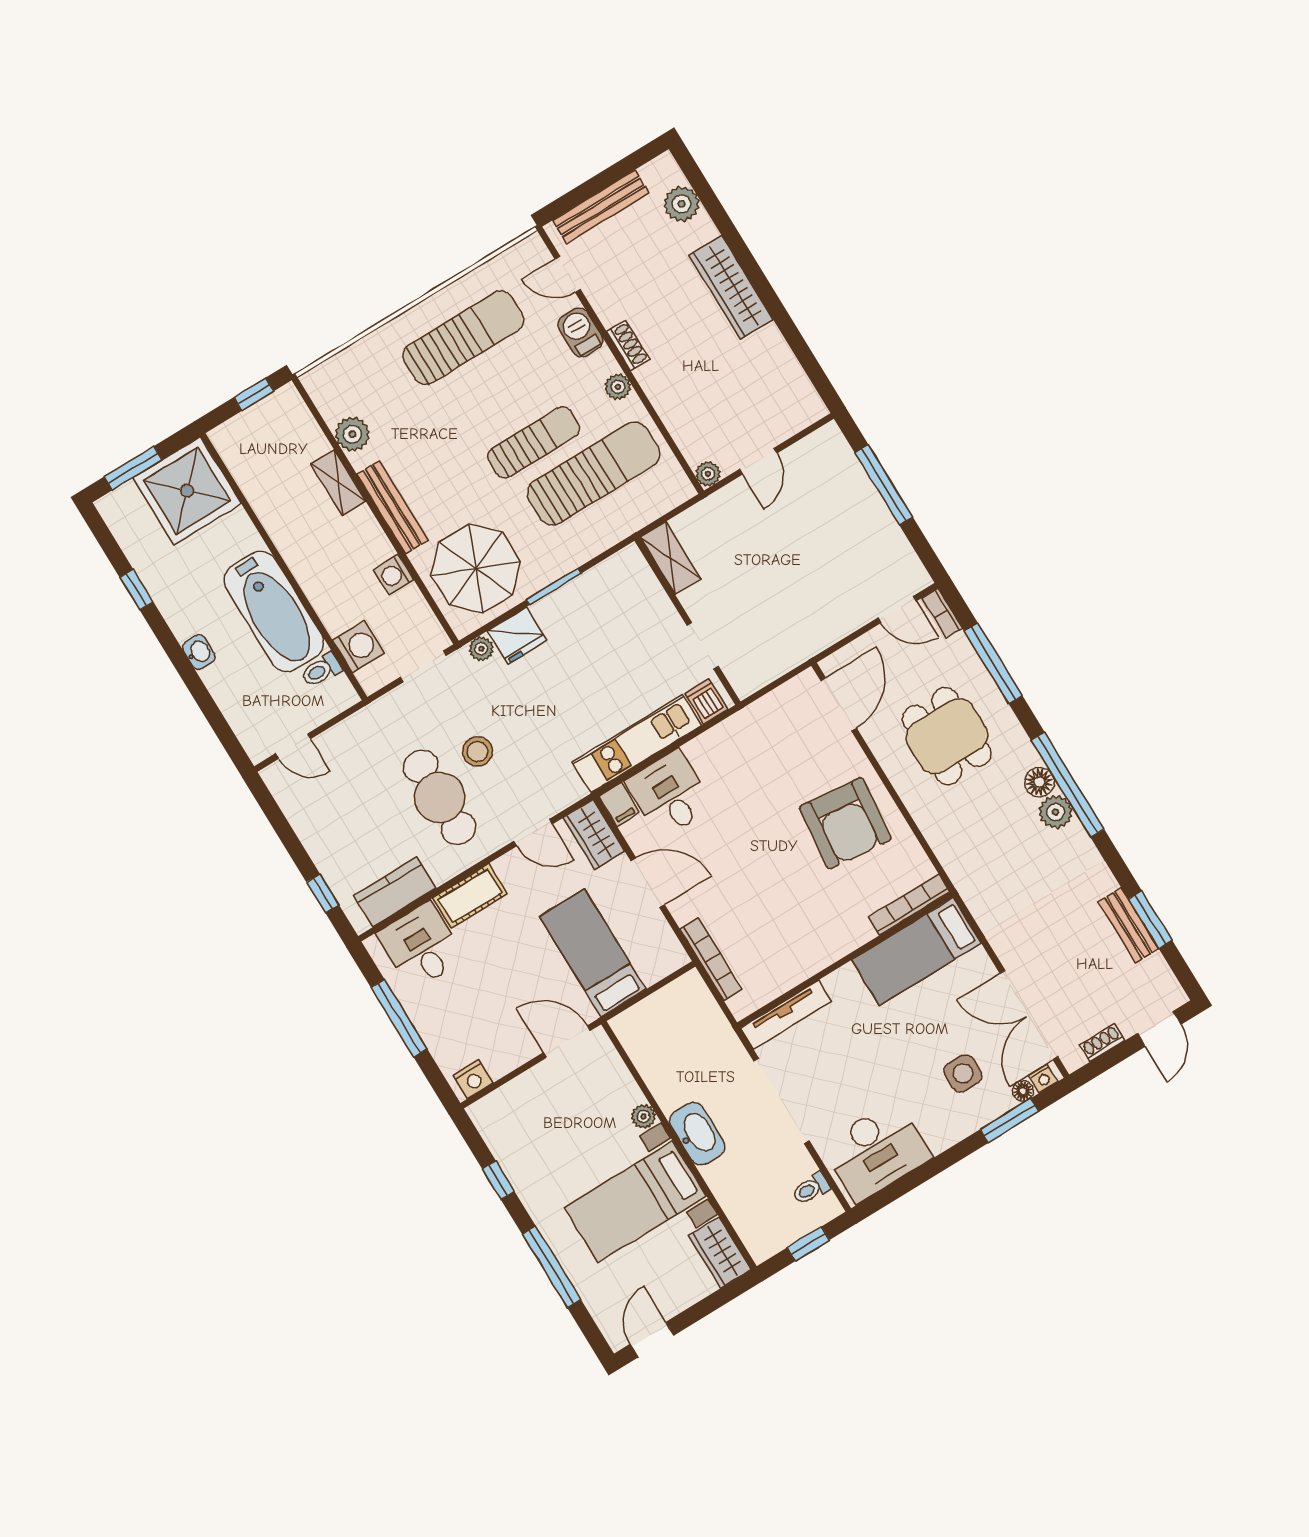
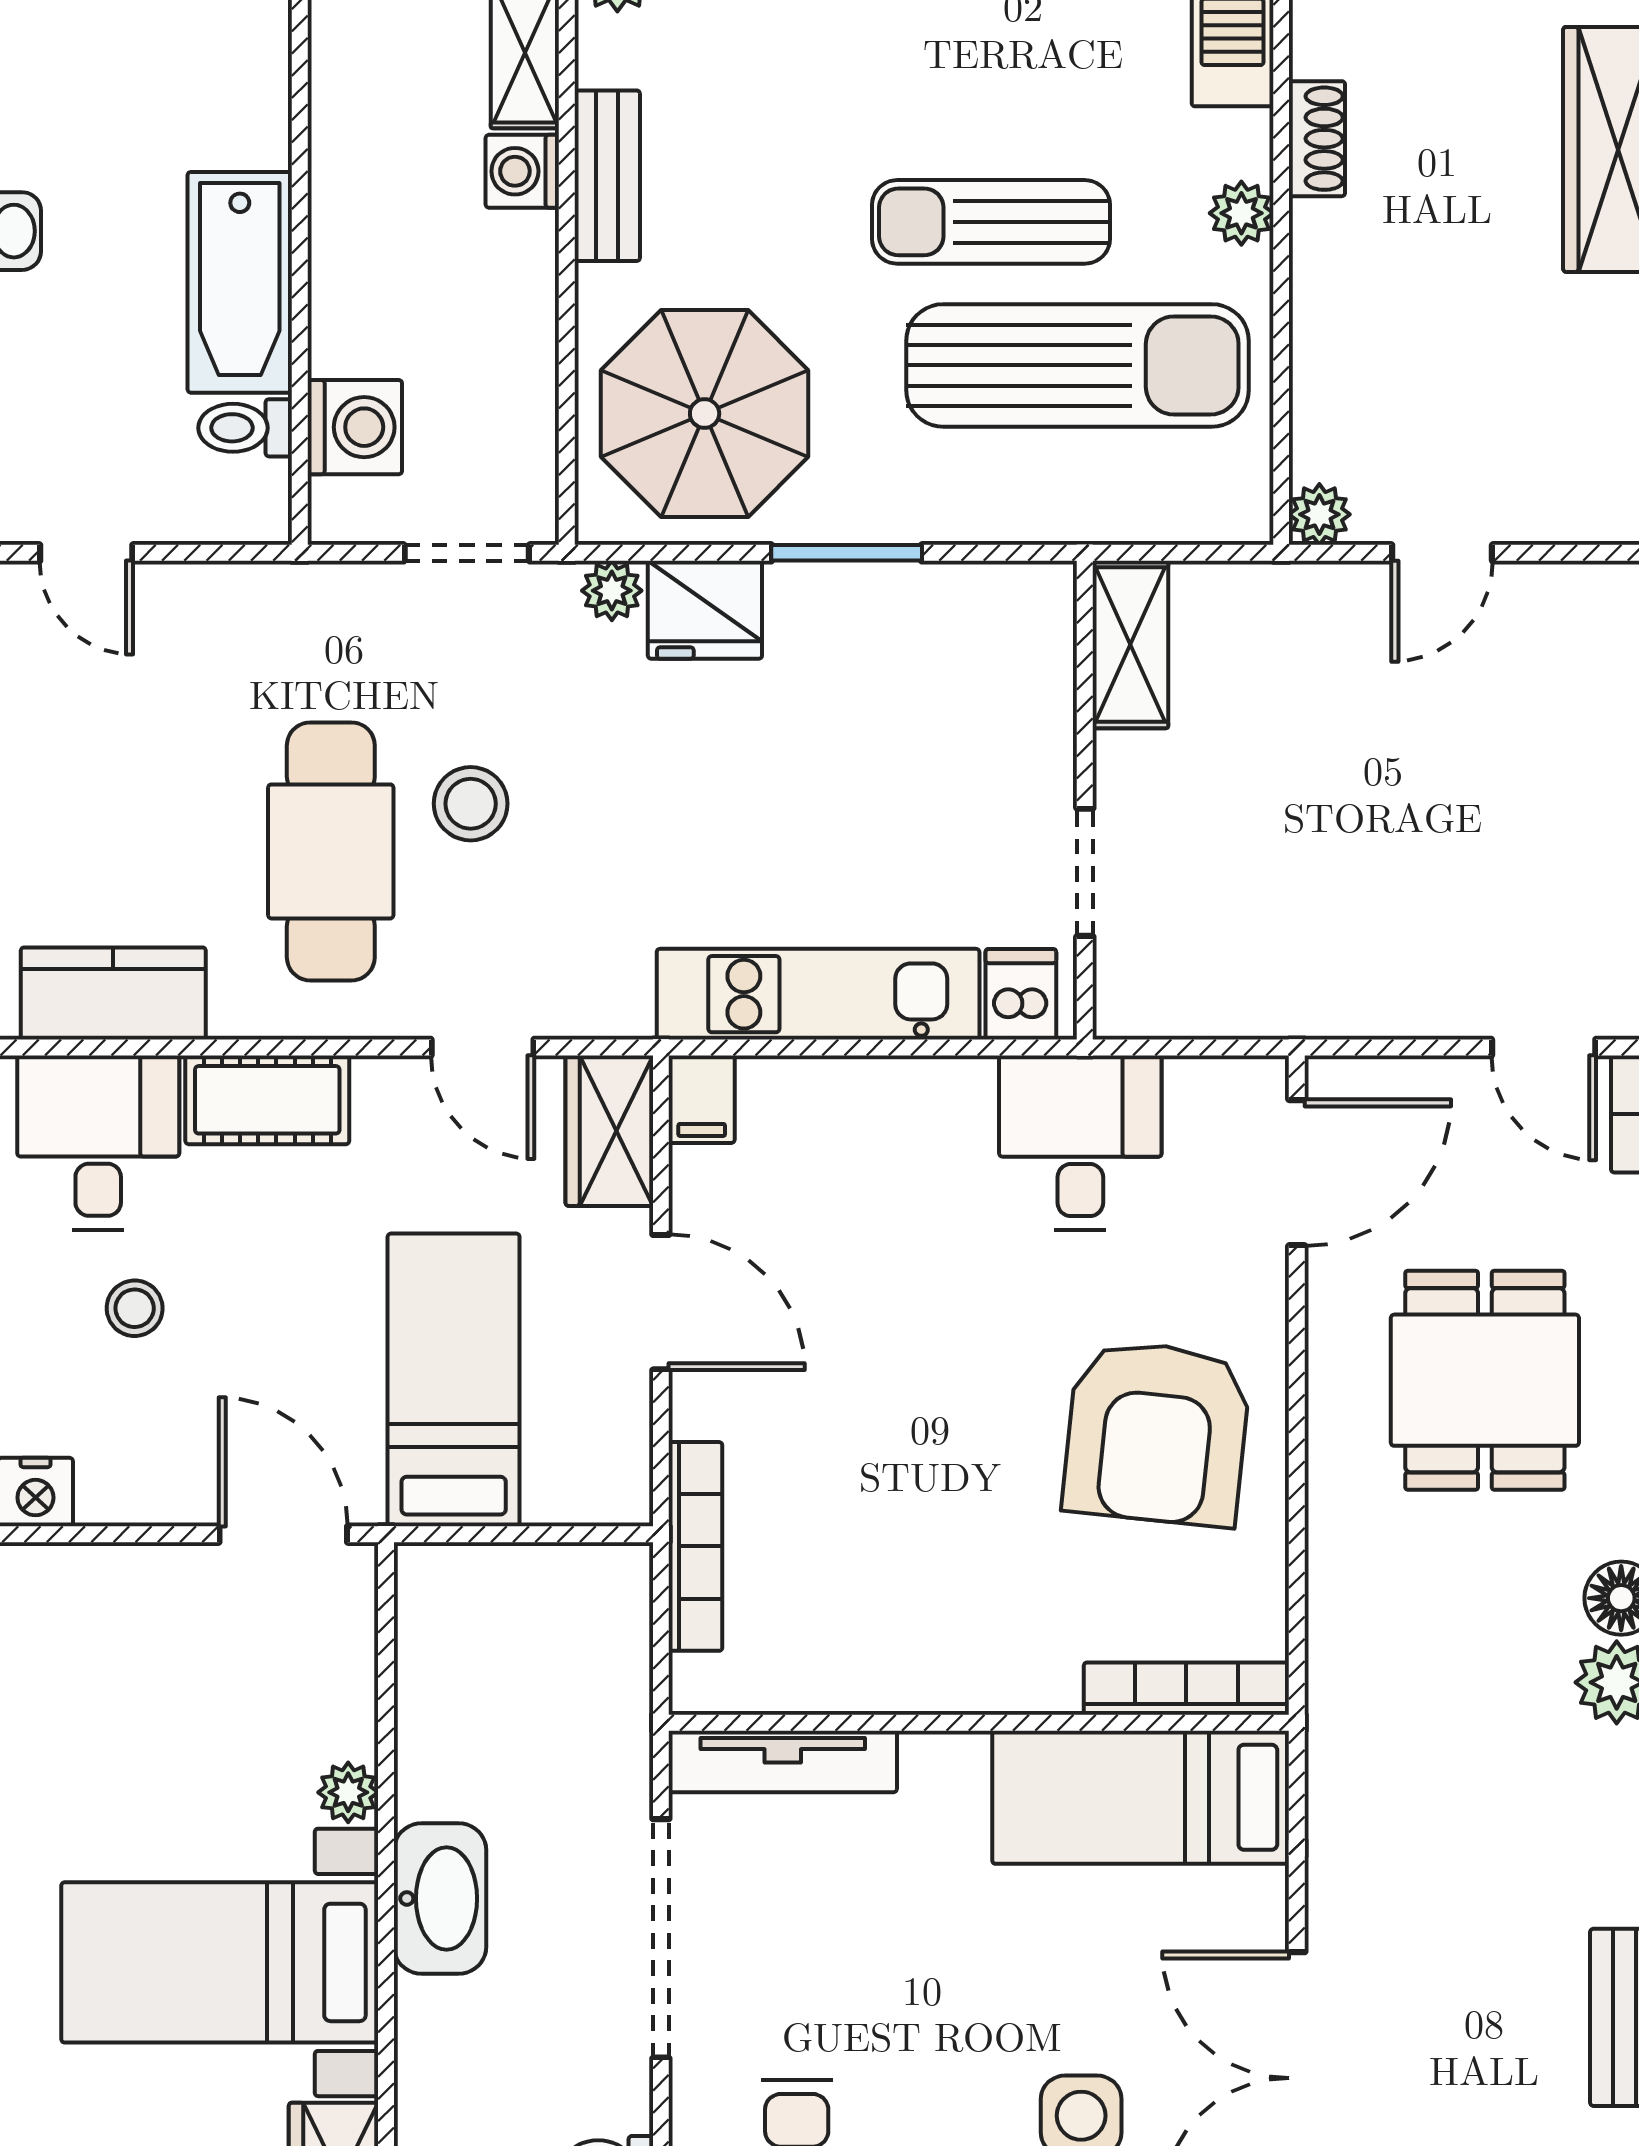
sun lounger: (534, 442) -> (991, 222), turned 180
bench: (392, 507) -> (607, 176), width x0.73
washing machine: (394, 575) -> (522, 171), moved
bathtub: (274, 611) -> (240, 282), width x0.73, depth x0.73
desk: (669, 794) -> (1080, 1143), moved
stool: (468, 995) -> (135, 1308), added

